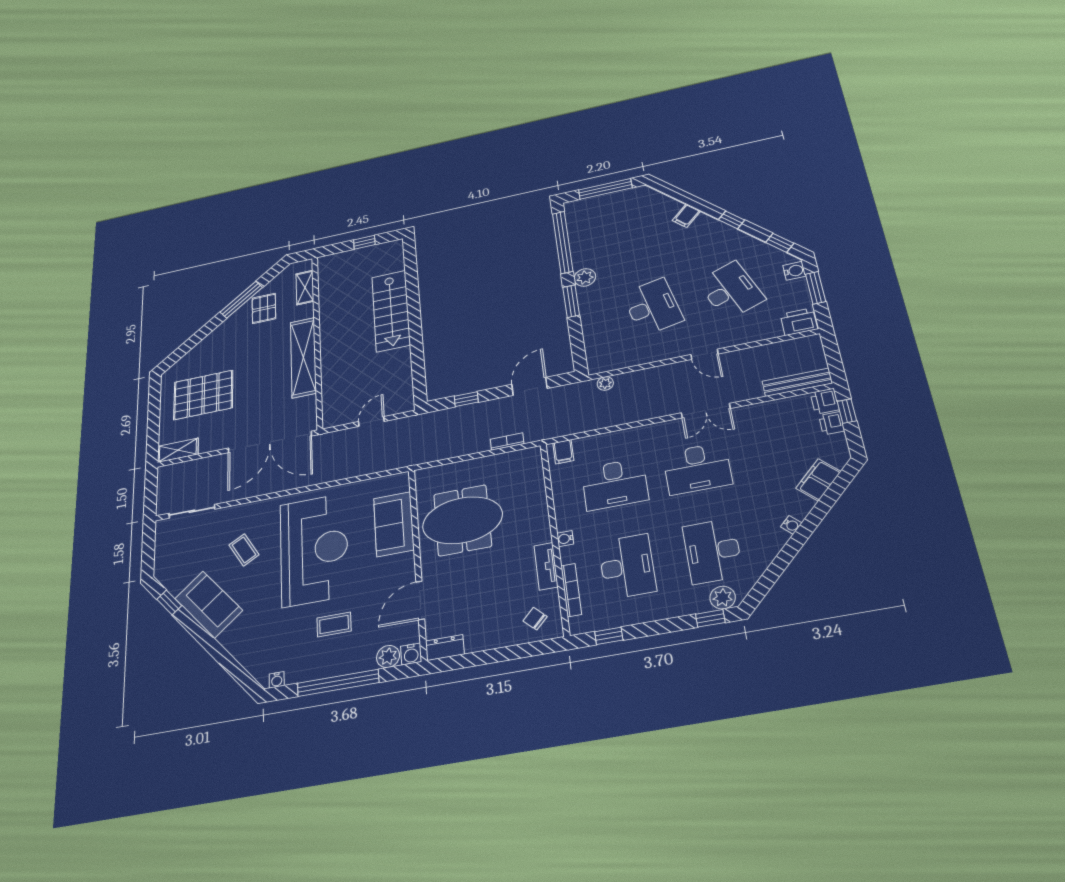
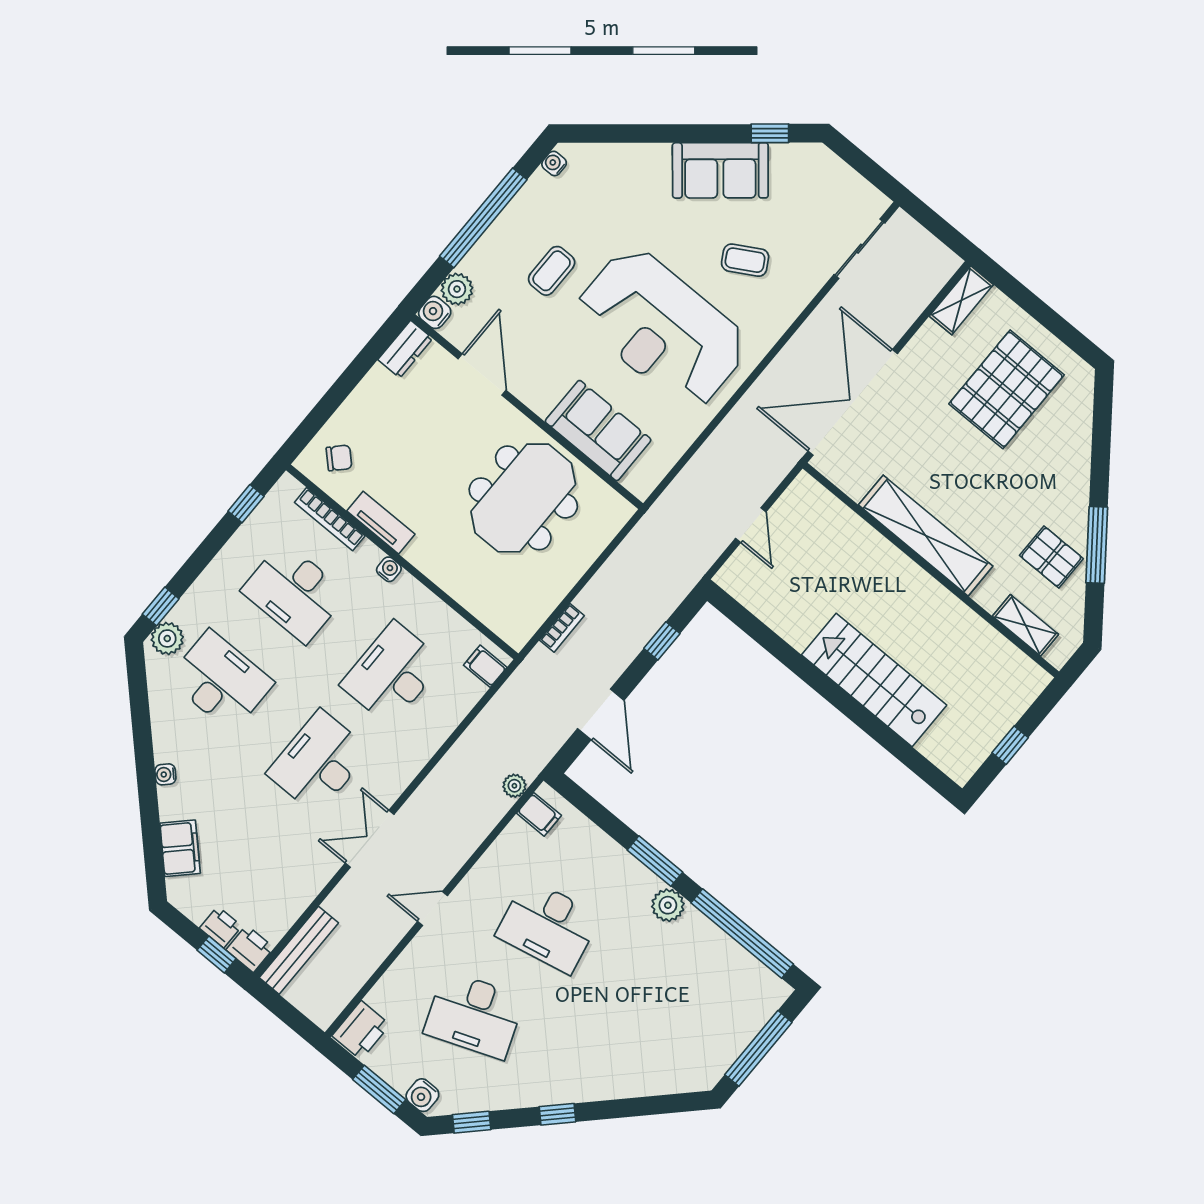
filing cabinet: (686, 216) -> (539, 814), moved, turned 135

